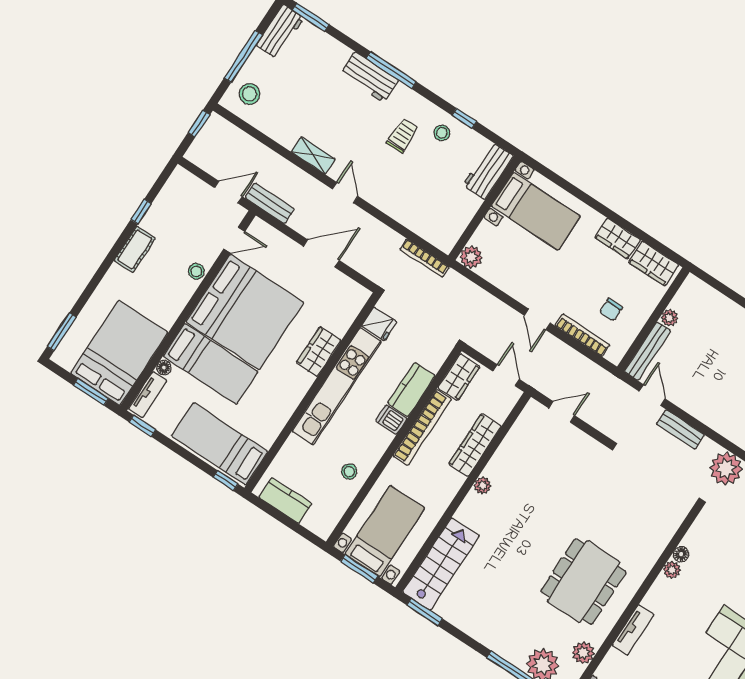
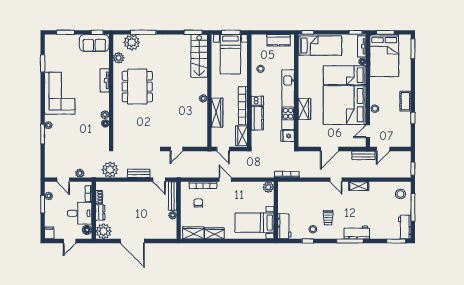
door: (562, 412) -> (176, 149), moved

